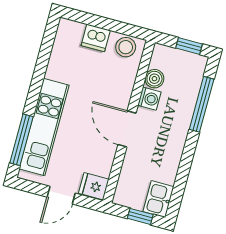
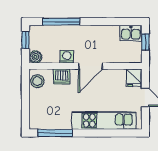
dishwasher: (96, 38) -> (62, 76), moved, turned 90
boiler: (154, 79) -> (35, 57), moved
window: (21, 140) -> (55, 133), moved

